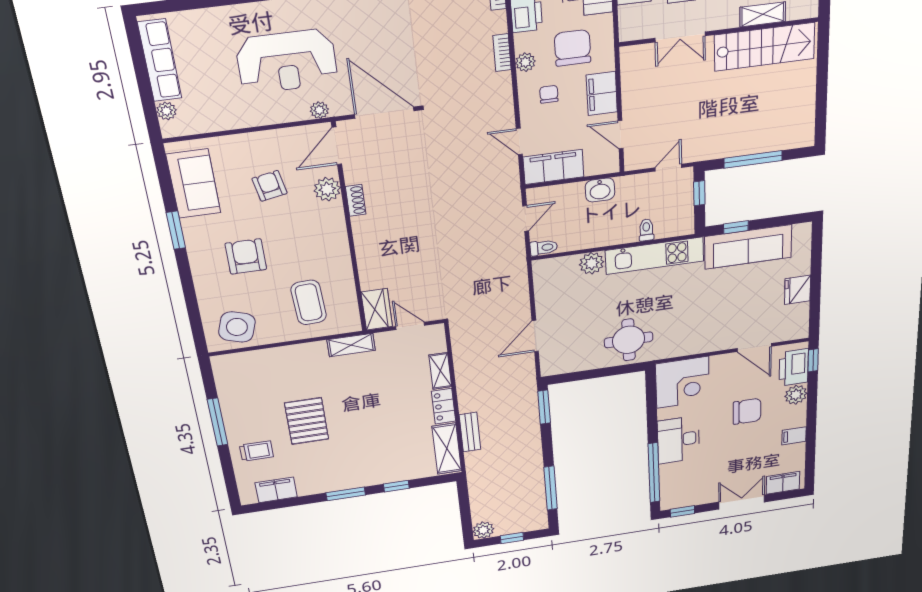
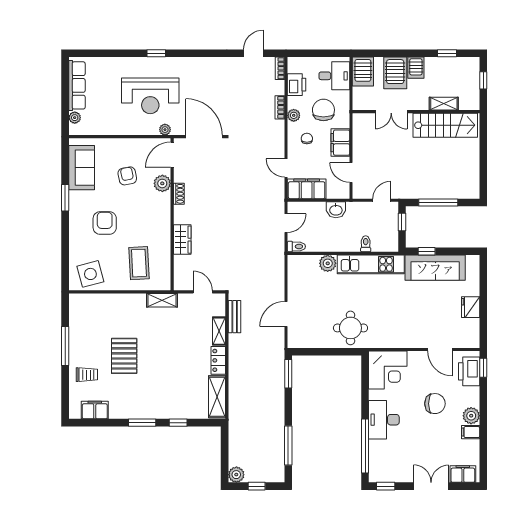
wardrobe: (377, 309) -> (182, 240), moved
side table: (237, 327) -> (90, 274), turned -33
plant: (796, 395) -> (471, 416), moved
bench: (470, 432) -> (235, 317), moved

